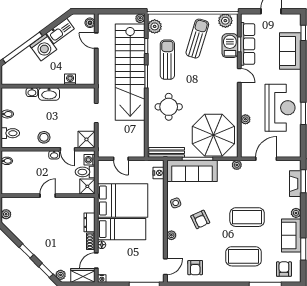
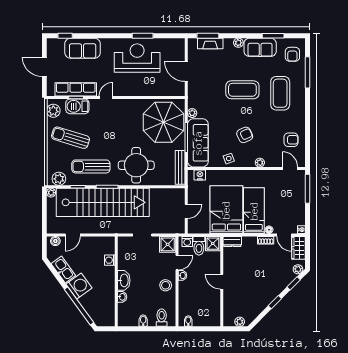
round table: (169, 107) -> (136, 165), width x1.36, depth x1.36
plant: (245, 119) -> (148, 91), removed
plant: (237, 165) -> (192, 113), moved
coffee table: (247, 217) -> (242, 90), turned 90
dresser: (89, 222) -> (232, 241), moved
armchair: (284, 269) -> (292, 54), turned -90

